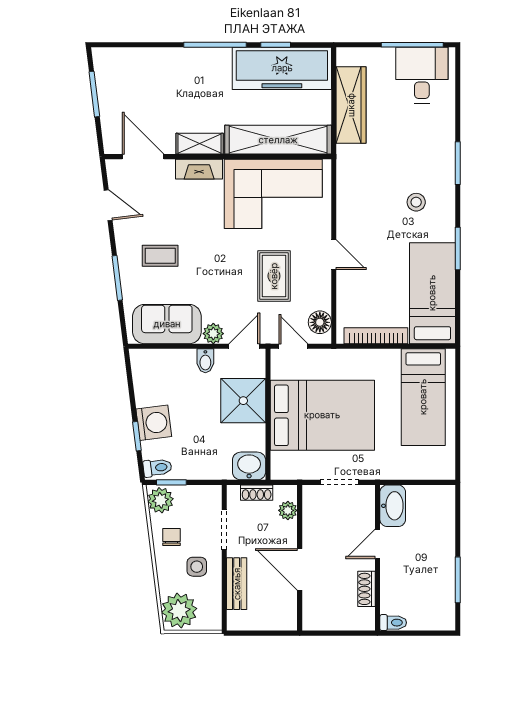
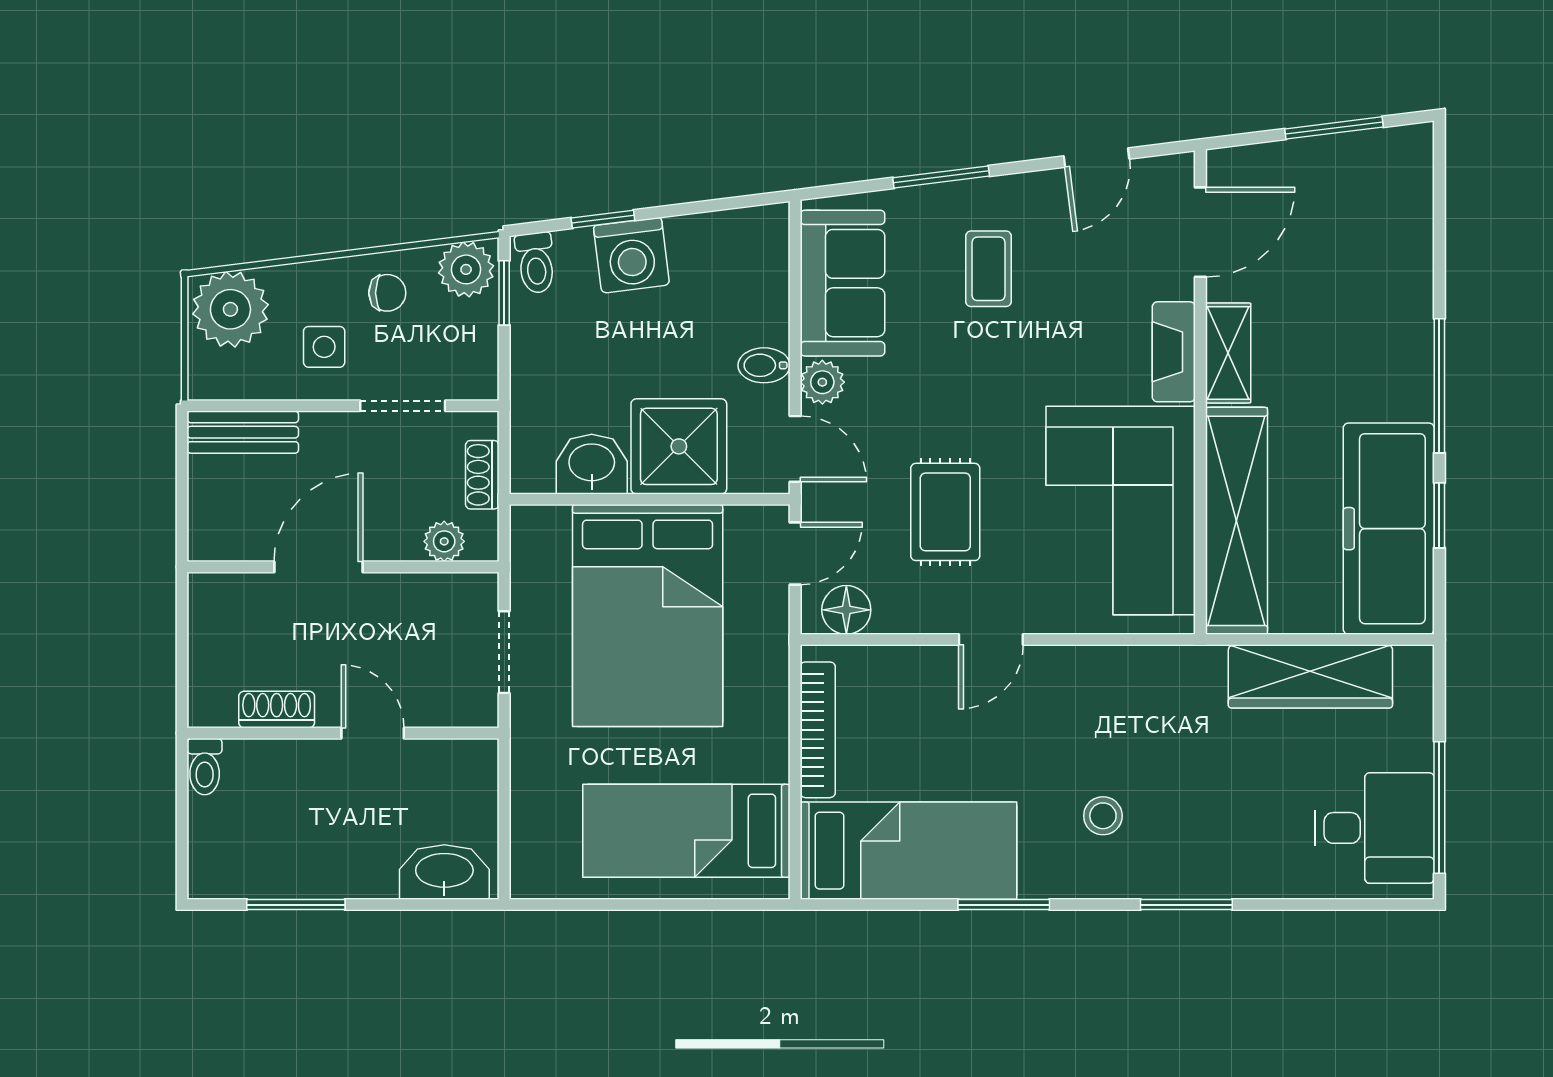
rug: (274, 276) -> (945, 512), turned 90
washbasin: (249, 466) -> (592, 464), moved, turned -90
washbasin: (393, 506) -> (444, 872), moved, turned 180
bench: (237, 584) -> (243, 432), moved

